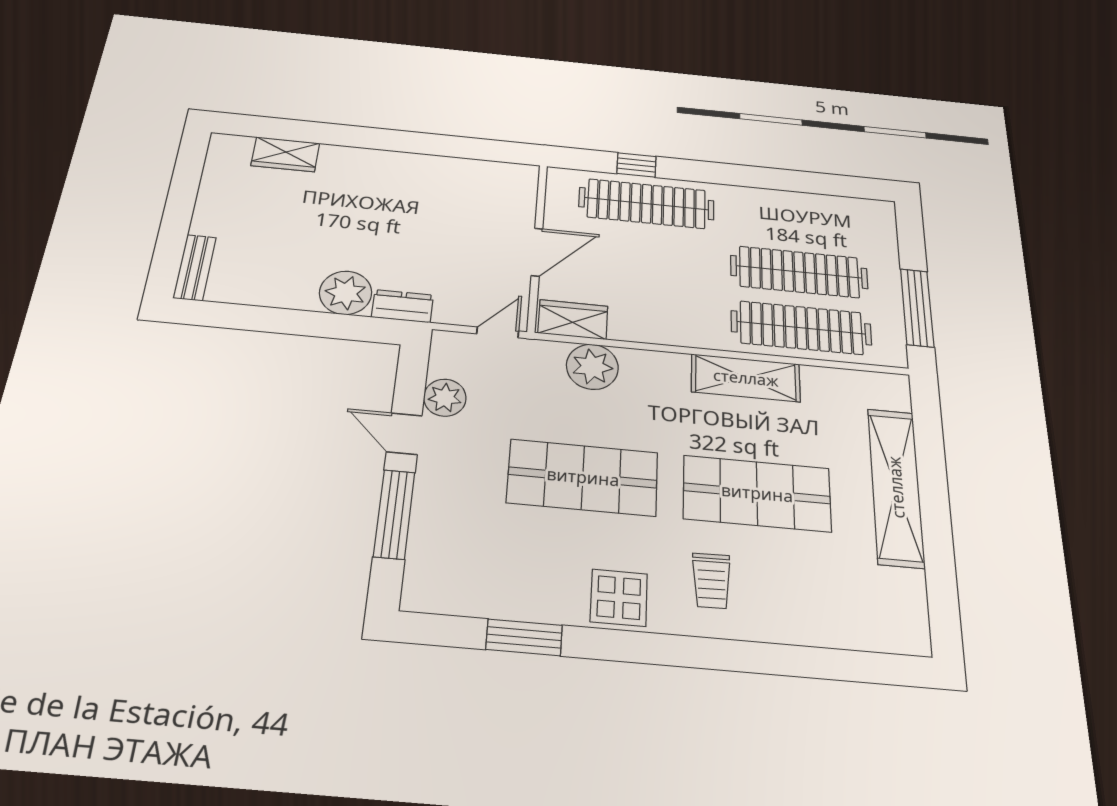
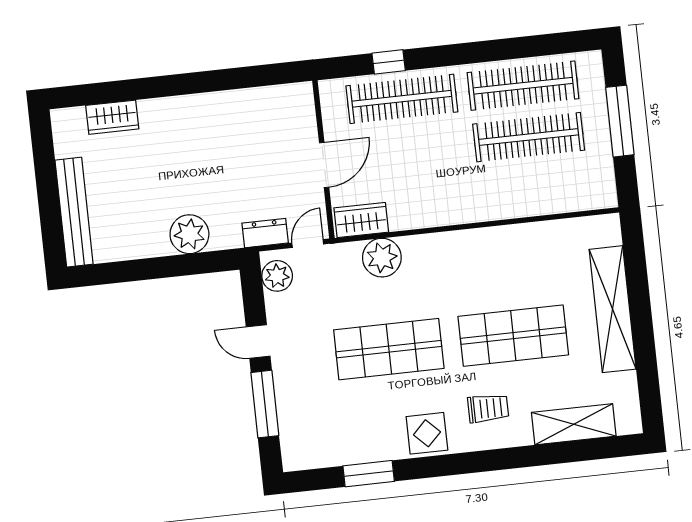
bench: (195, 268) -> (74, 212), width x1.86, depth x1.21
dresser: (402, 306) -> (265, 233), moved
window: (917, 308) -> (620, 121), moved
clothes rail: (801, 328) -> (523, 86), moved
shelving: (746, 378) -> (574, 424), moved
plant: (445, 398) -> (277, 276), moved
trolley: (711, 581) -> (488, 408), turned -89

